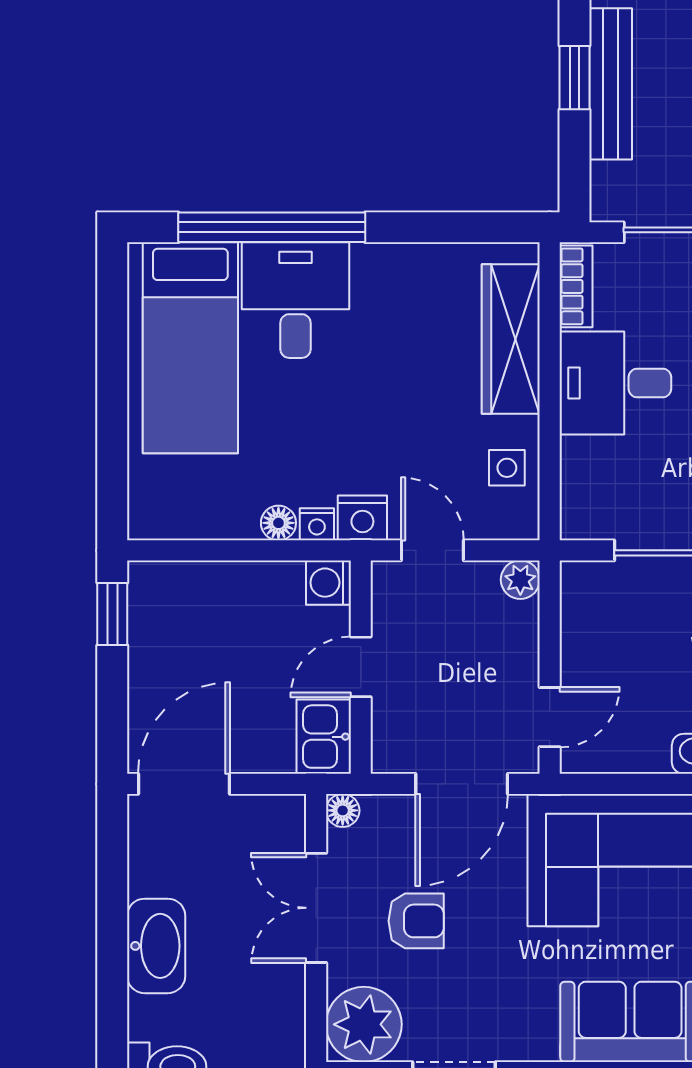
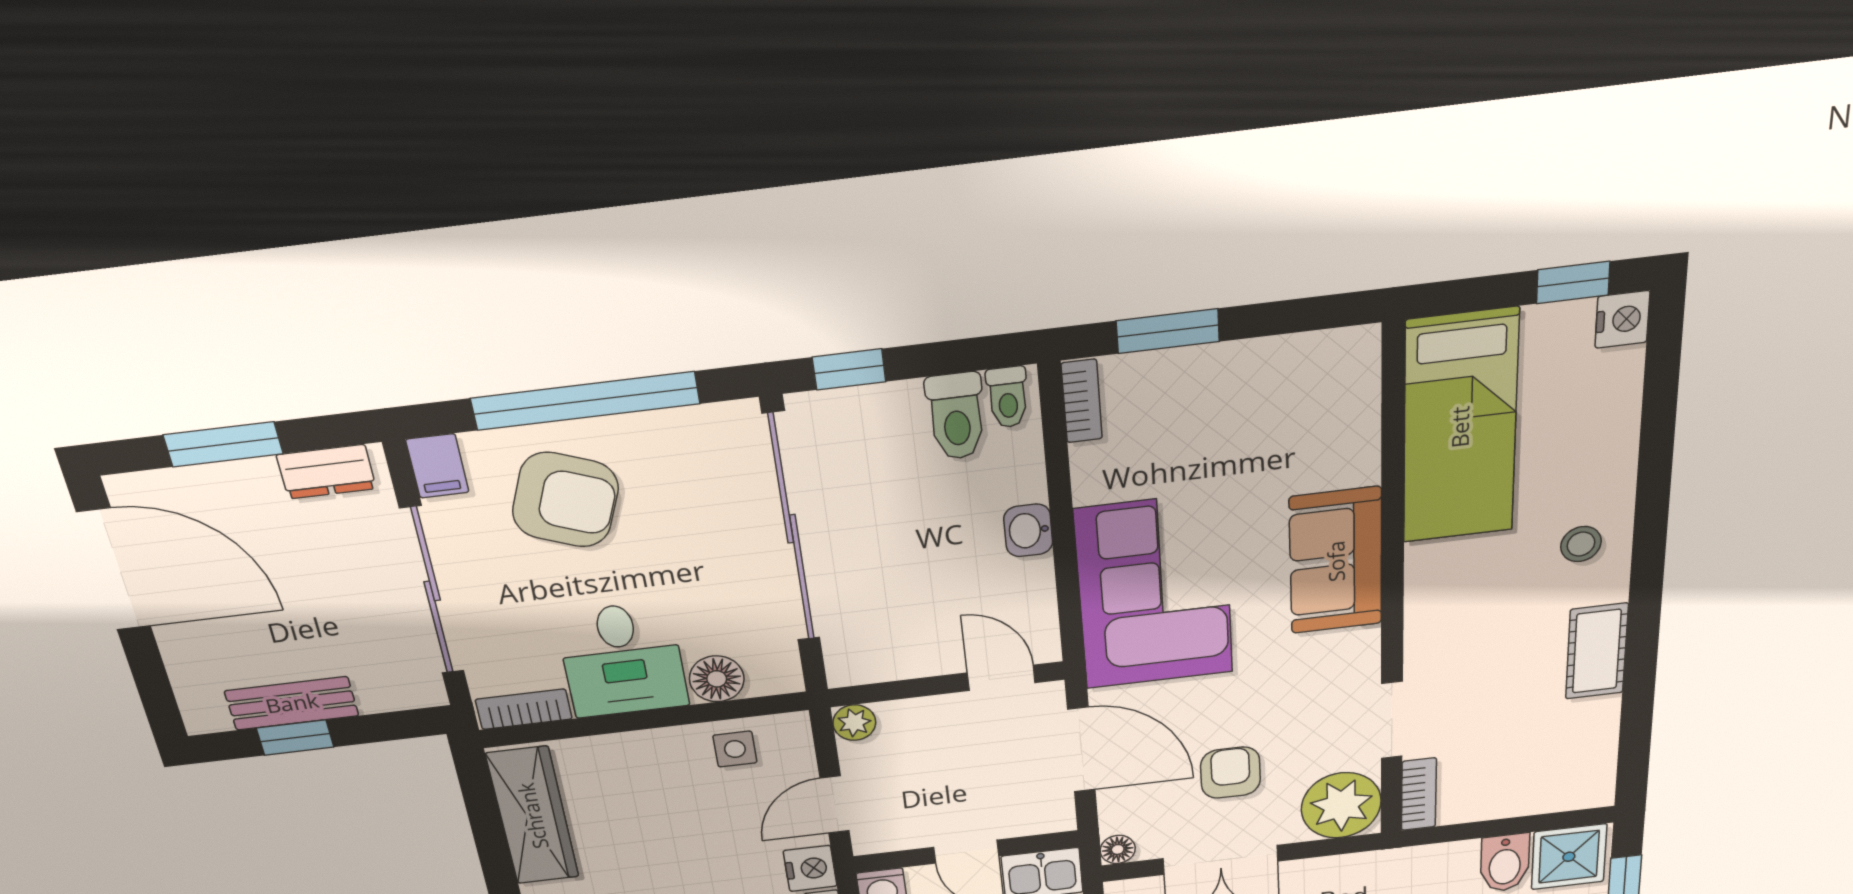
bench: (611, 84) -> (292, 703), width x0.73
wardrobe: (511, 339) -> (533, 816), moved, turned -90
floor lamp: (584, 463) -> (717, 679), added

